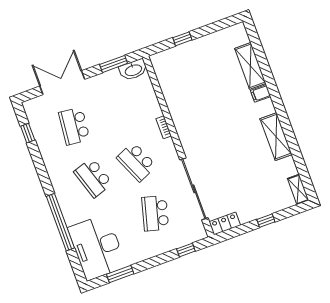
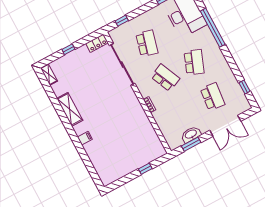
shelving: (250, 66) -> (95, 157), removed
washbasin: (133, 70) -> (191, 134), moved
school desk: (93, 178) -> (194, 62), turned 39

